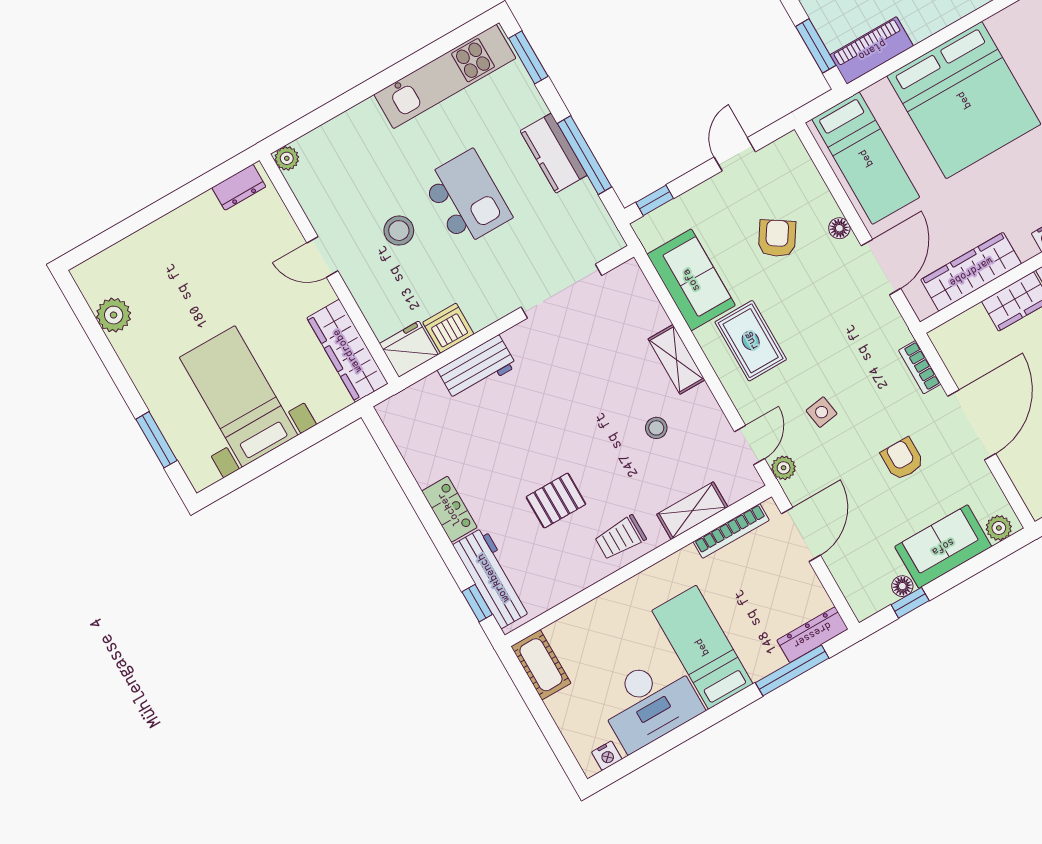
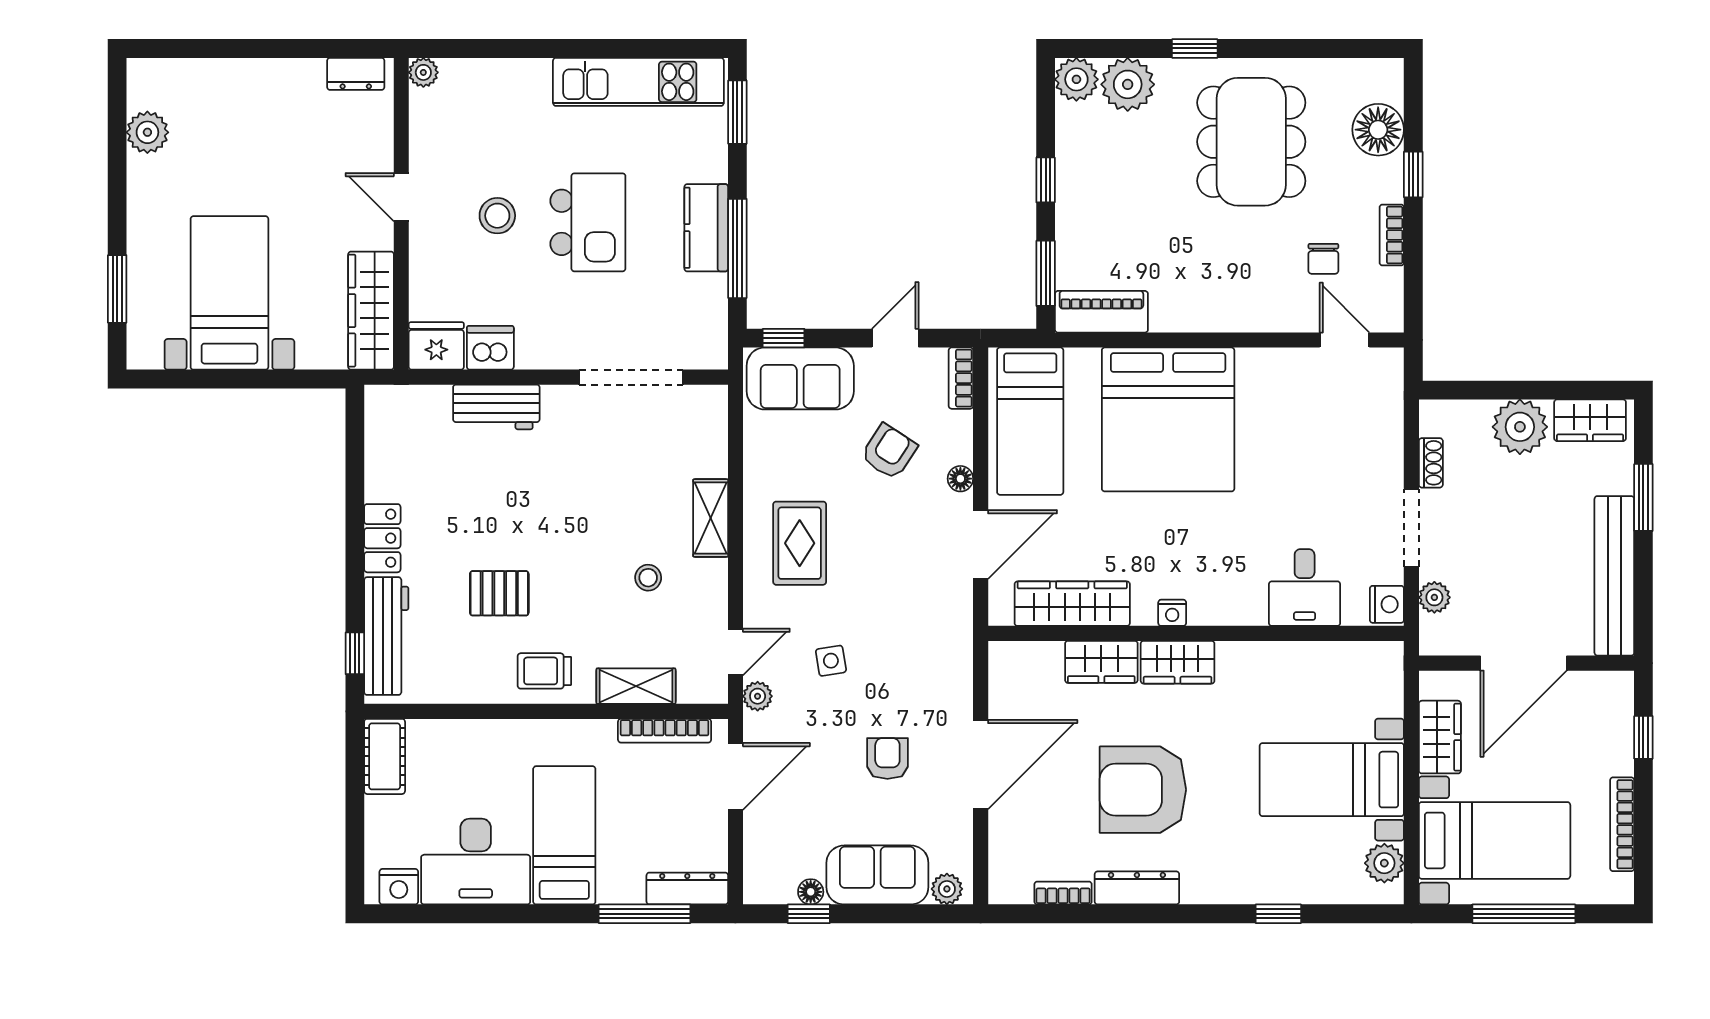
sofa: (691, 280) -> (800, 378), moved, turned 90
bookcase: (920, 367) -> (961, 378), moved
nightstand: (607, 756) -> (399, 887), width x1.39, depth x1.35

